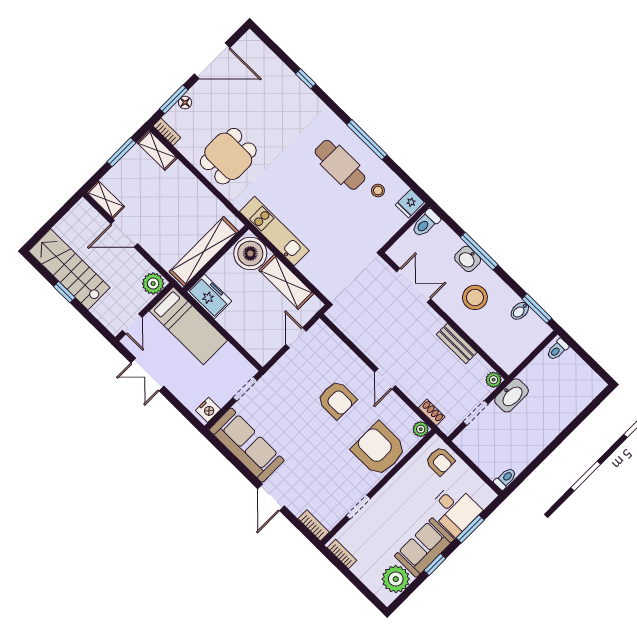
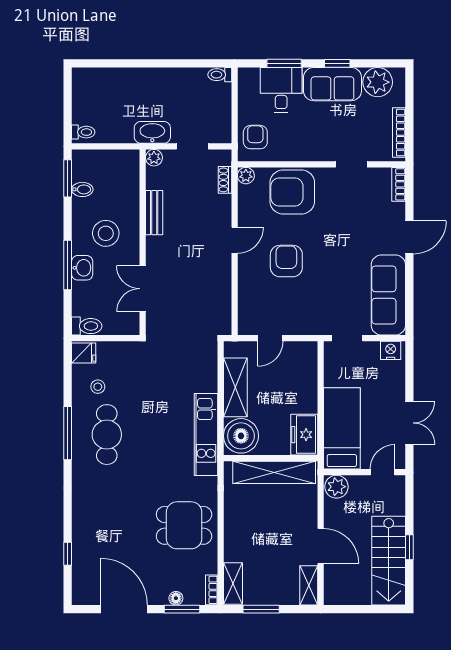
window: (306, 79) -> (68, 554), moved
armchair: (379, 449) -> (292, 192), turned 90
bookcase: (342, 554) -> (399, 133), width x1.56

